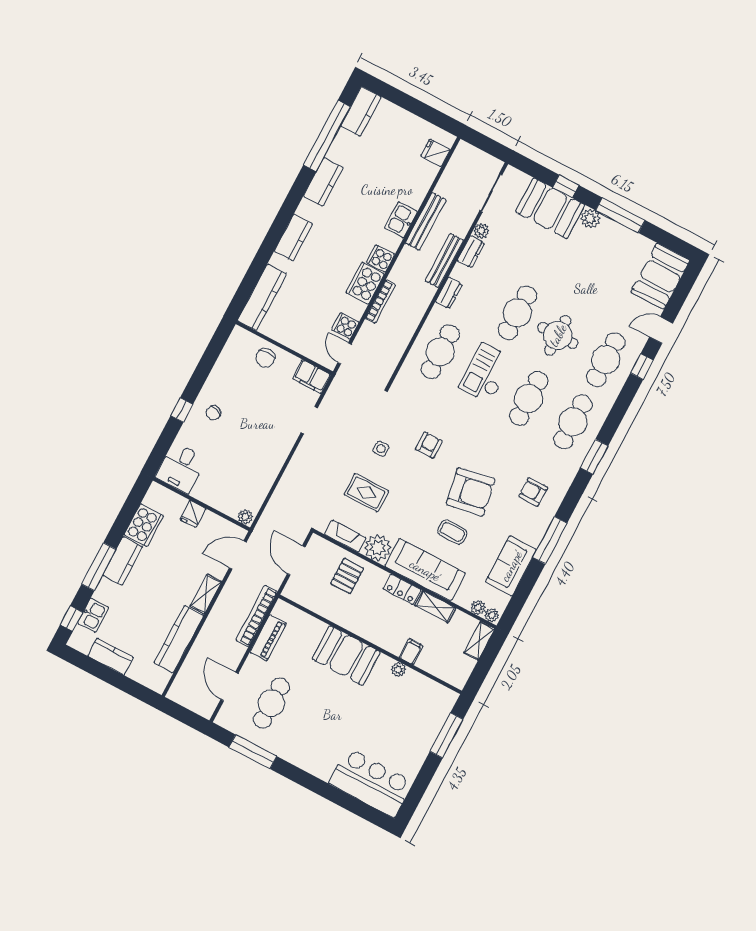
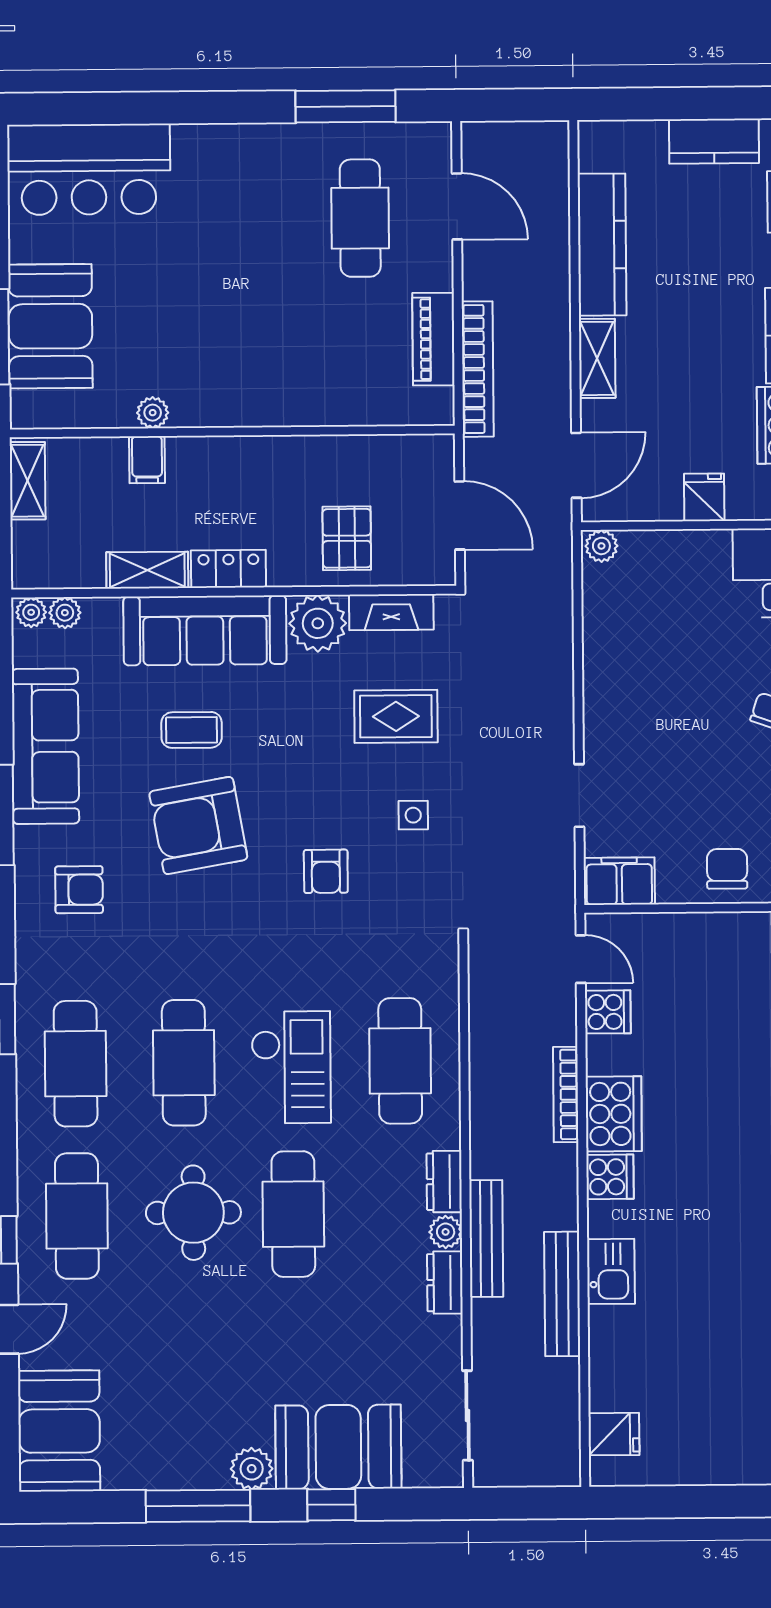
plant: (481, 231) -> (446, 1232), moved
sofa: (511, 566) -> (45, 746), width x1.36
shelving: (479, 641) -> (28, 481), moved
booth: (346, 655) -> (50, 326), moved, turned 90

